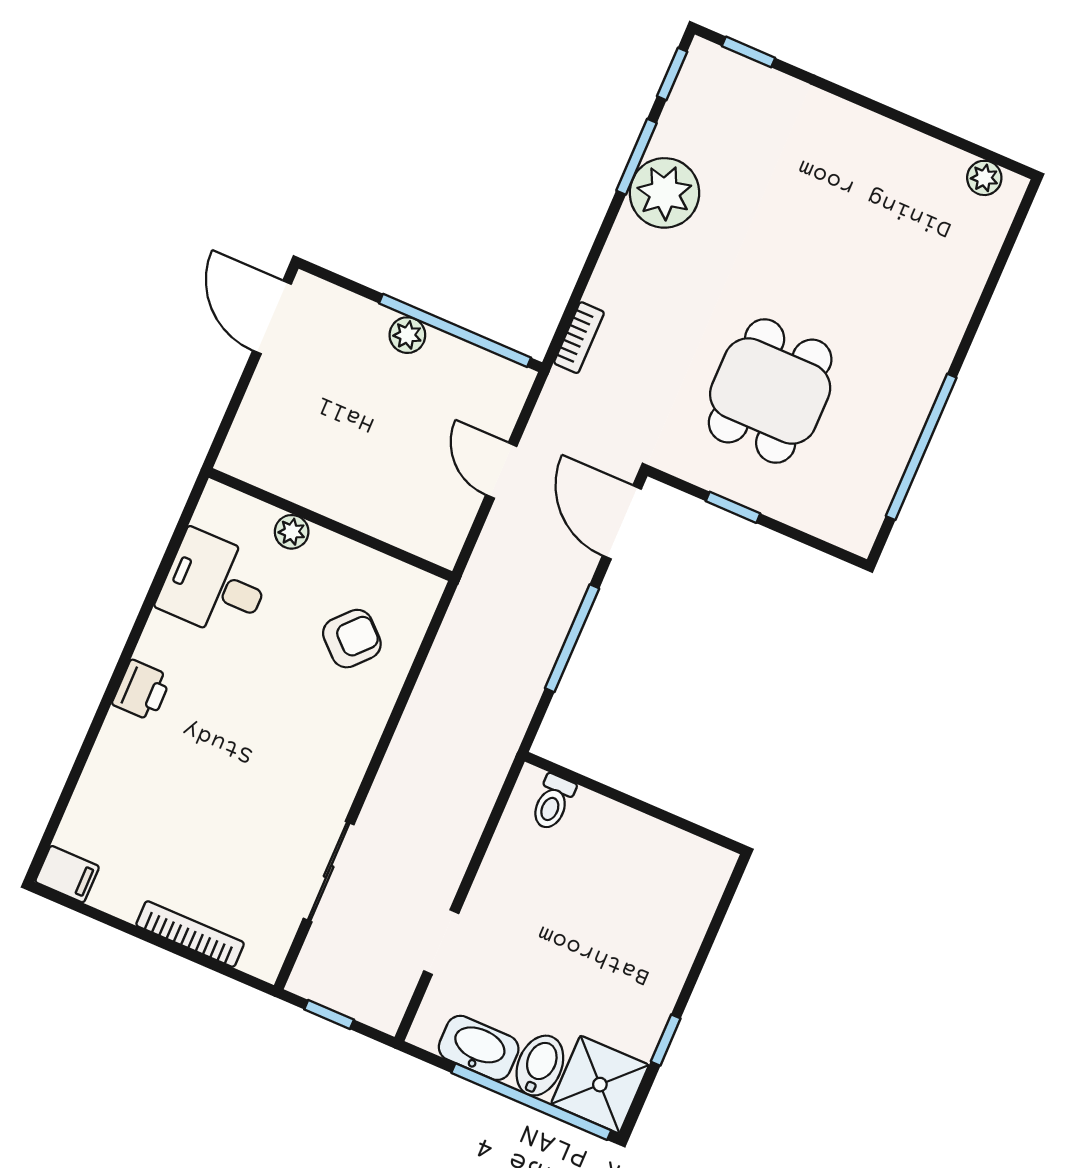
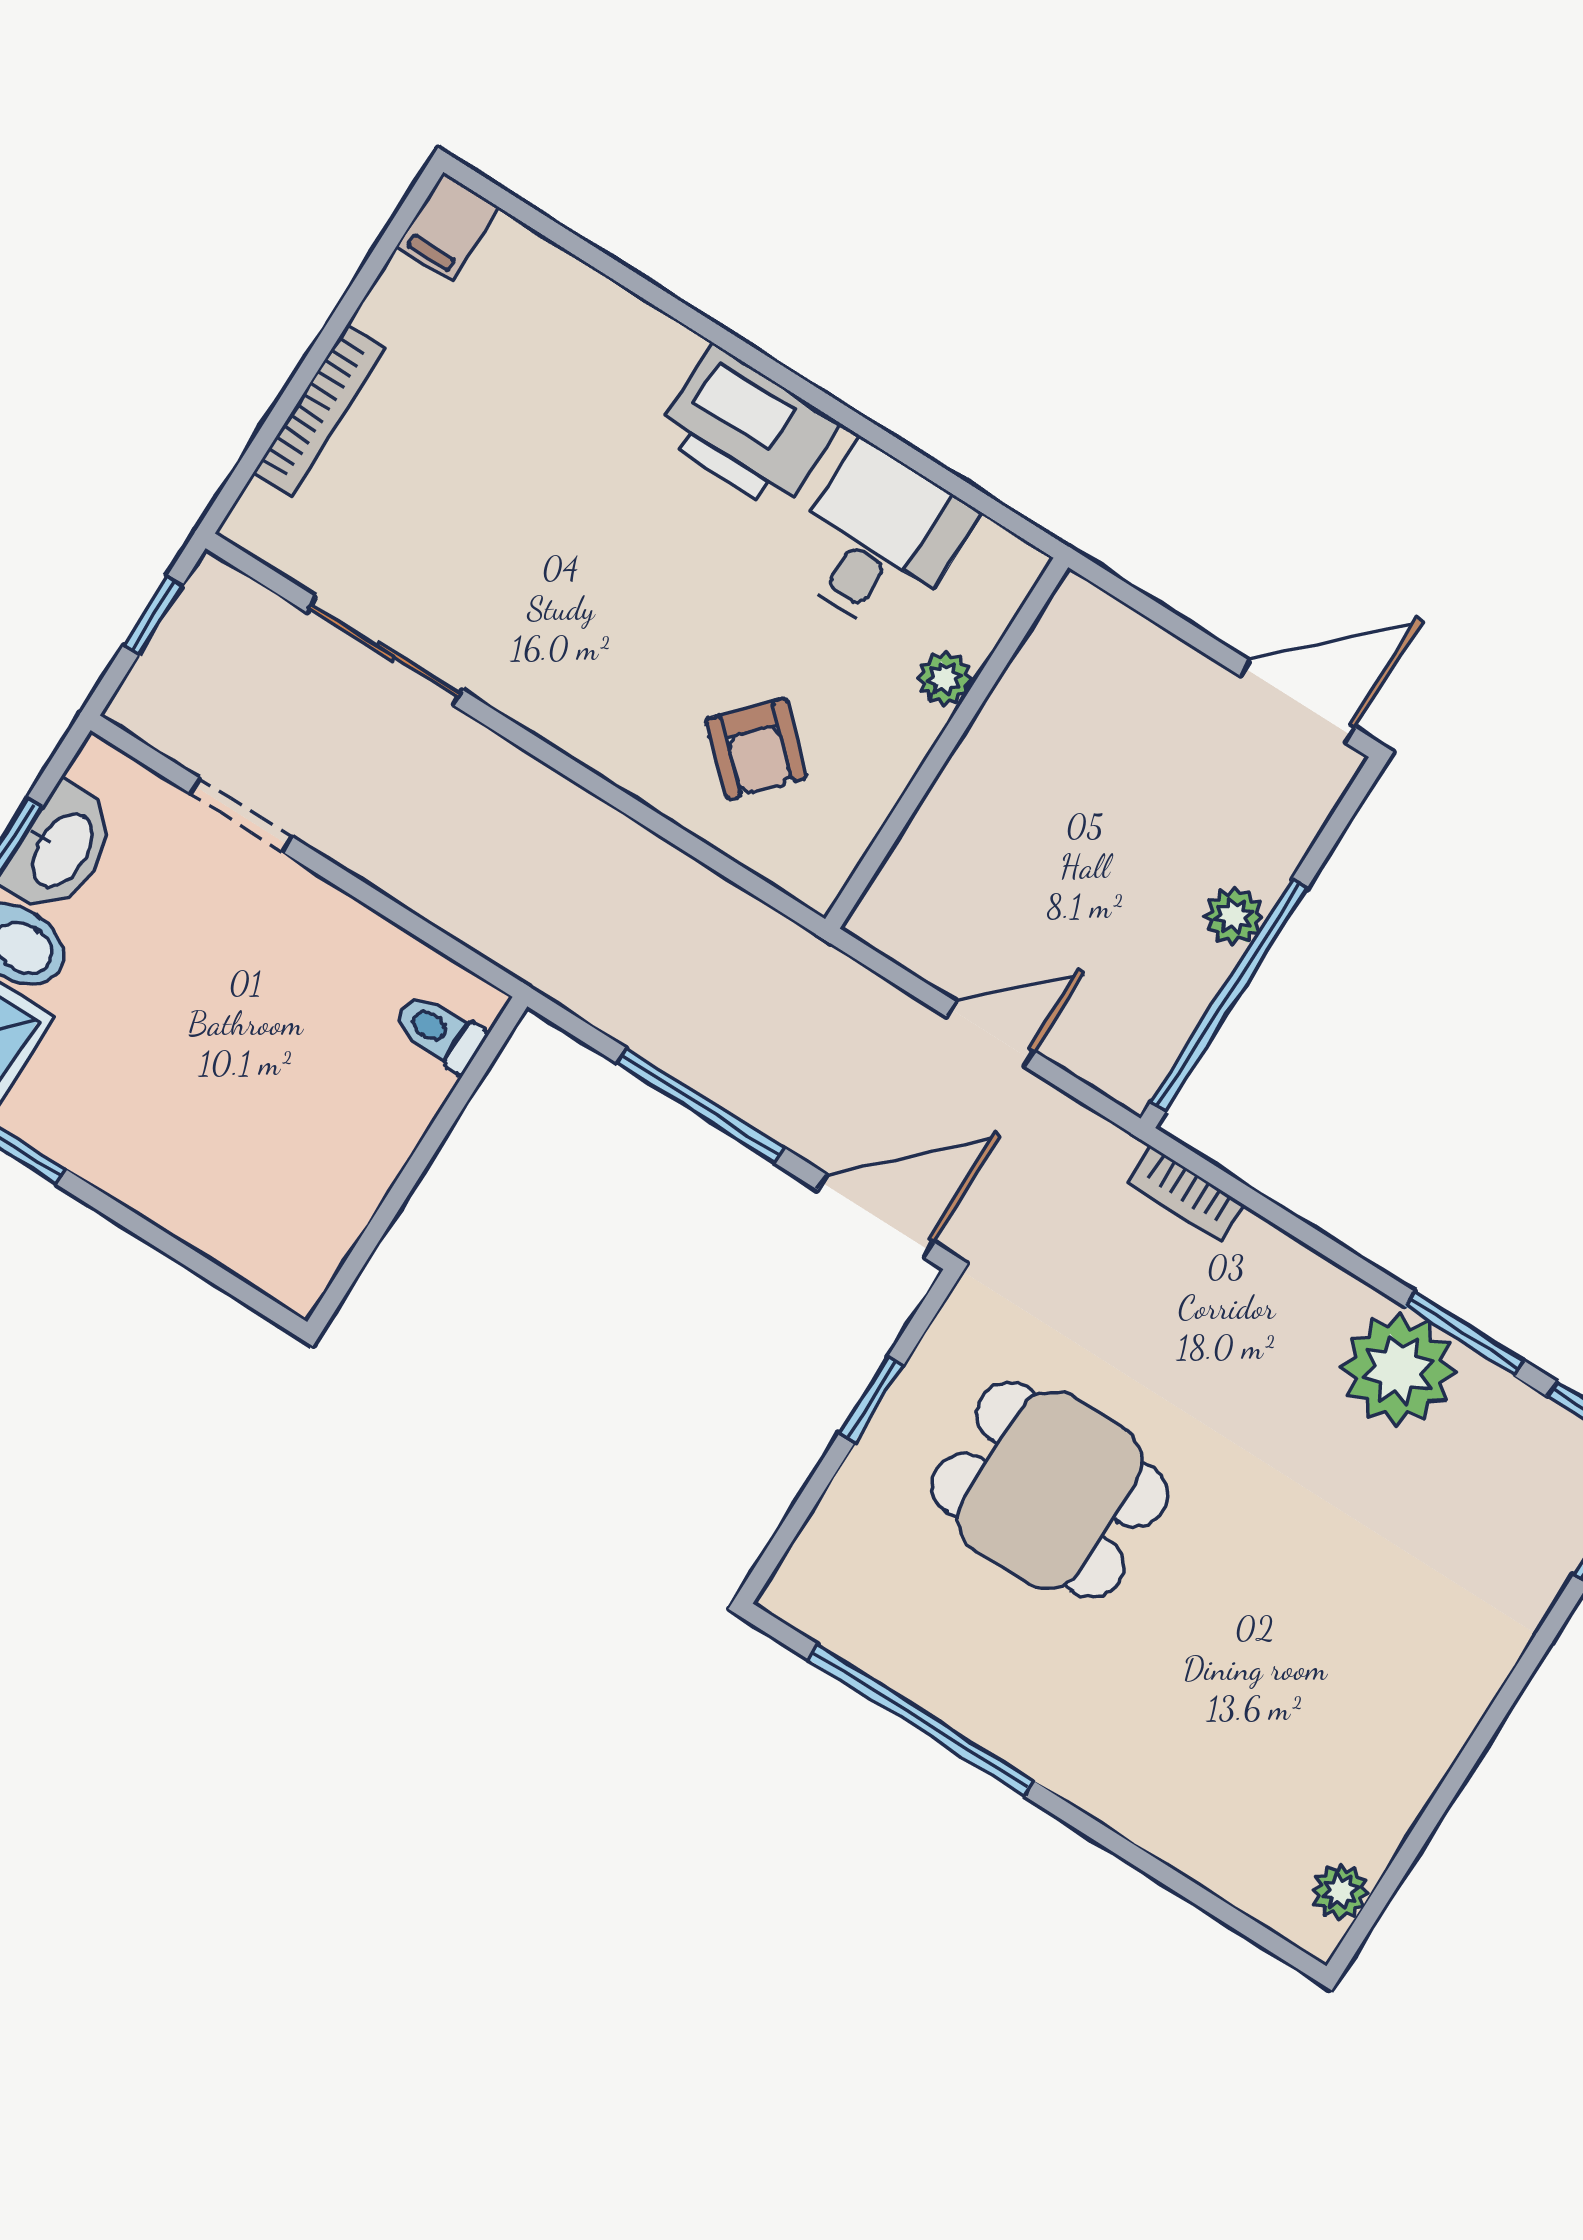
printer: (142, 690) -> (747, 429), width x1.87, depth x1.48

